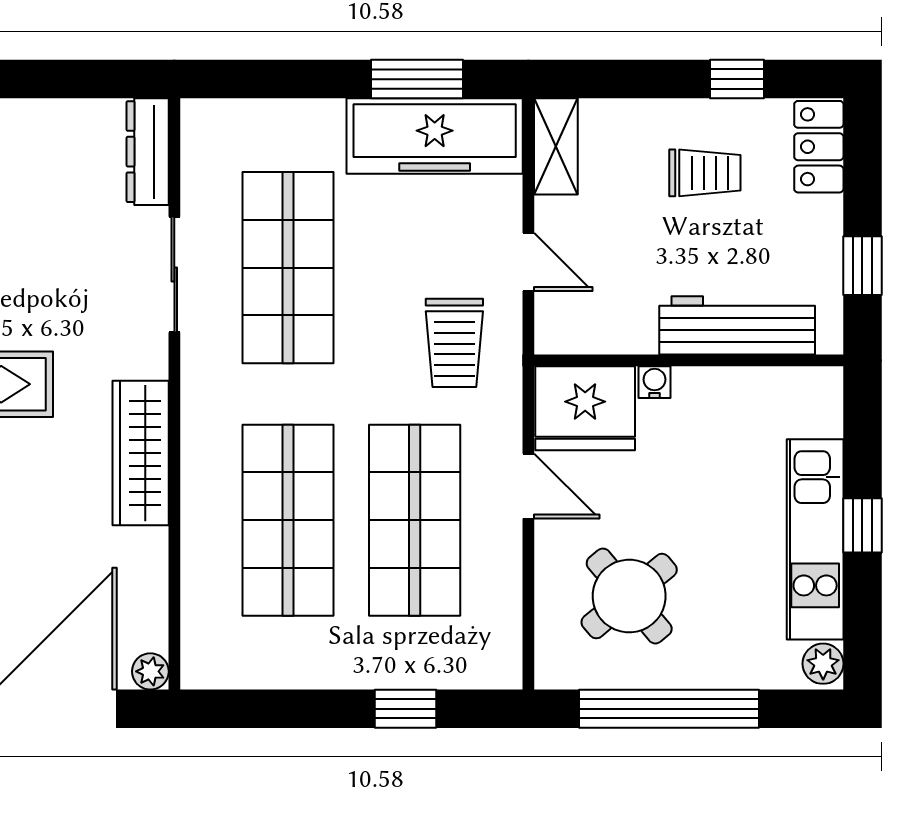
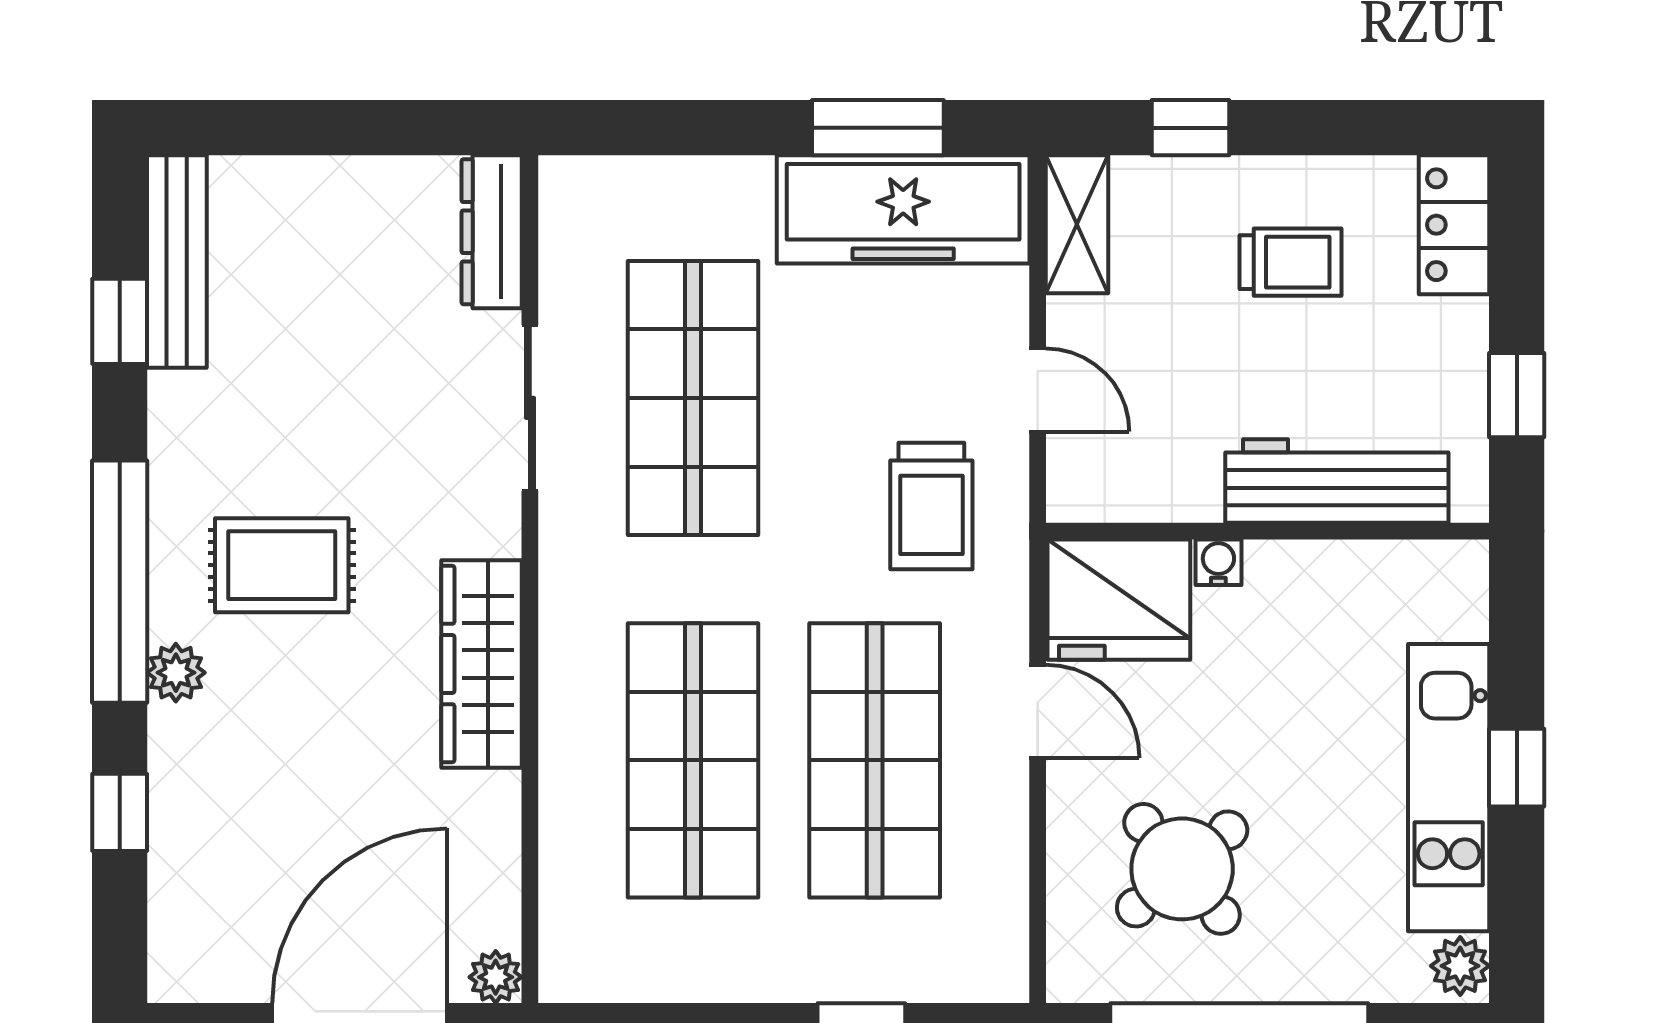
window: (737, 79) -> (1190, 128), moved

